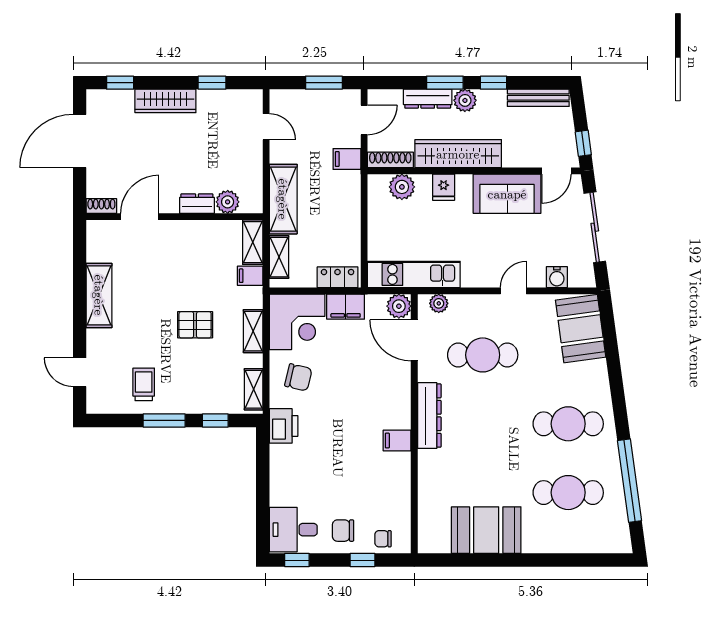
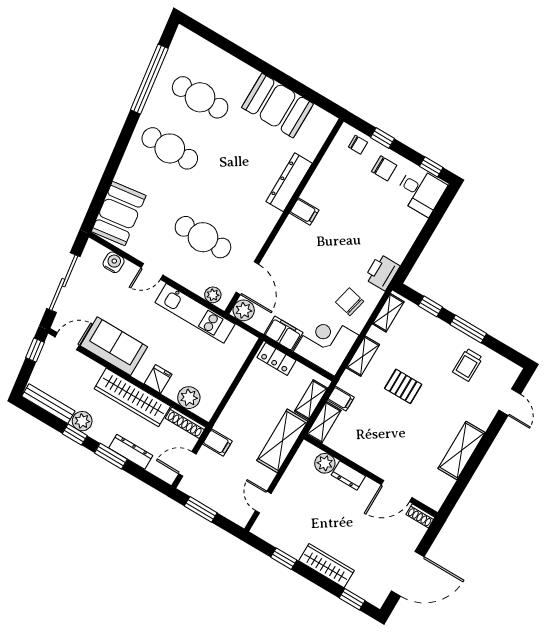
plant: (465, 100) -> (82, 421), moved
kitchen unit: (414, 274) -> (195, 313), moved
dresser: (429, 416) -> (289, 182), moved

